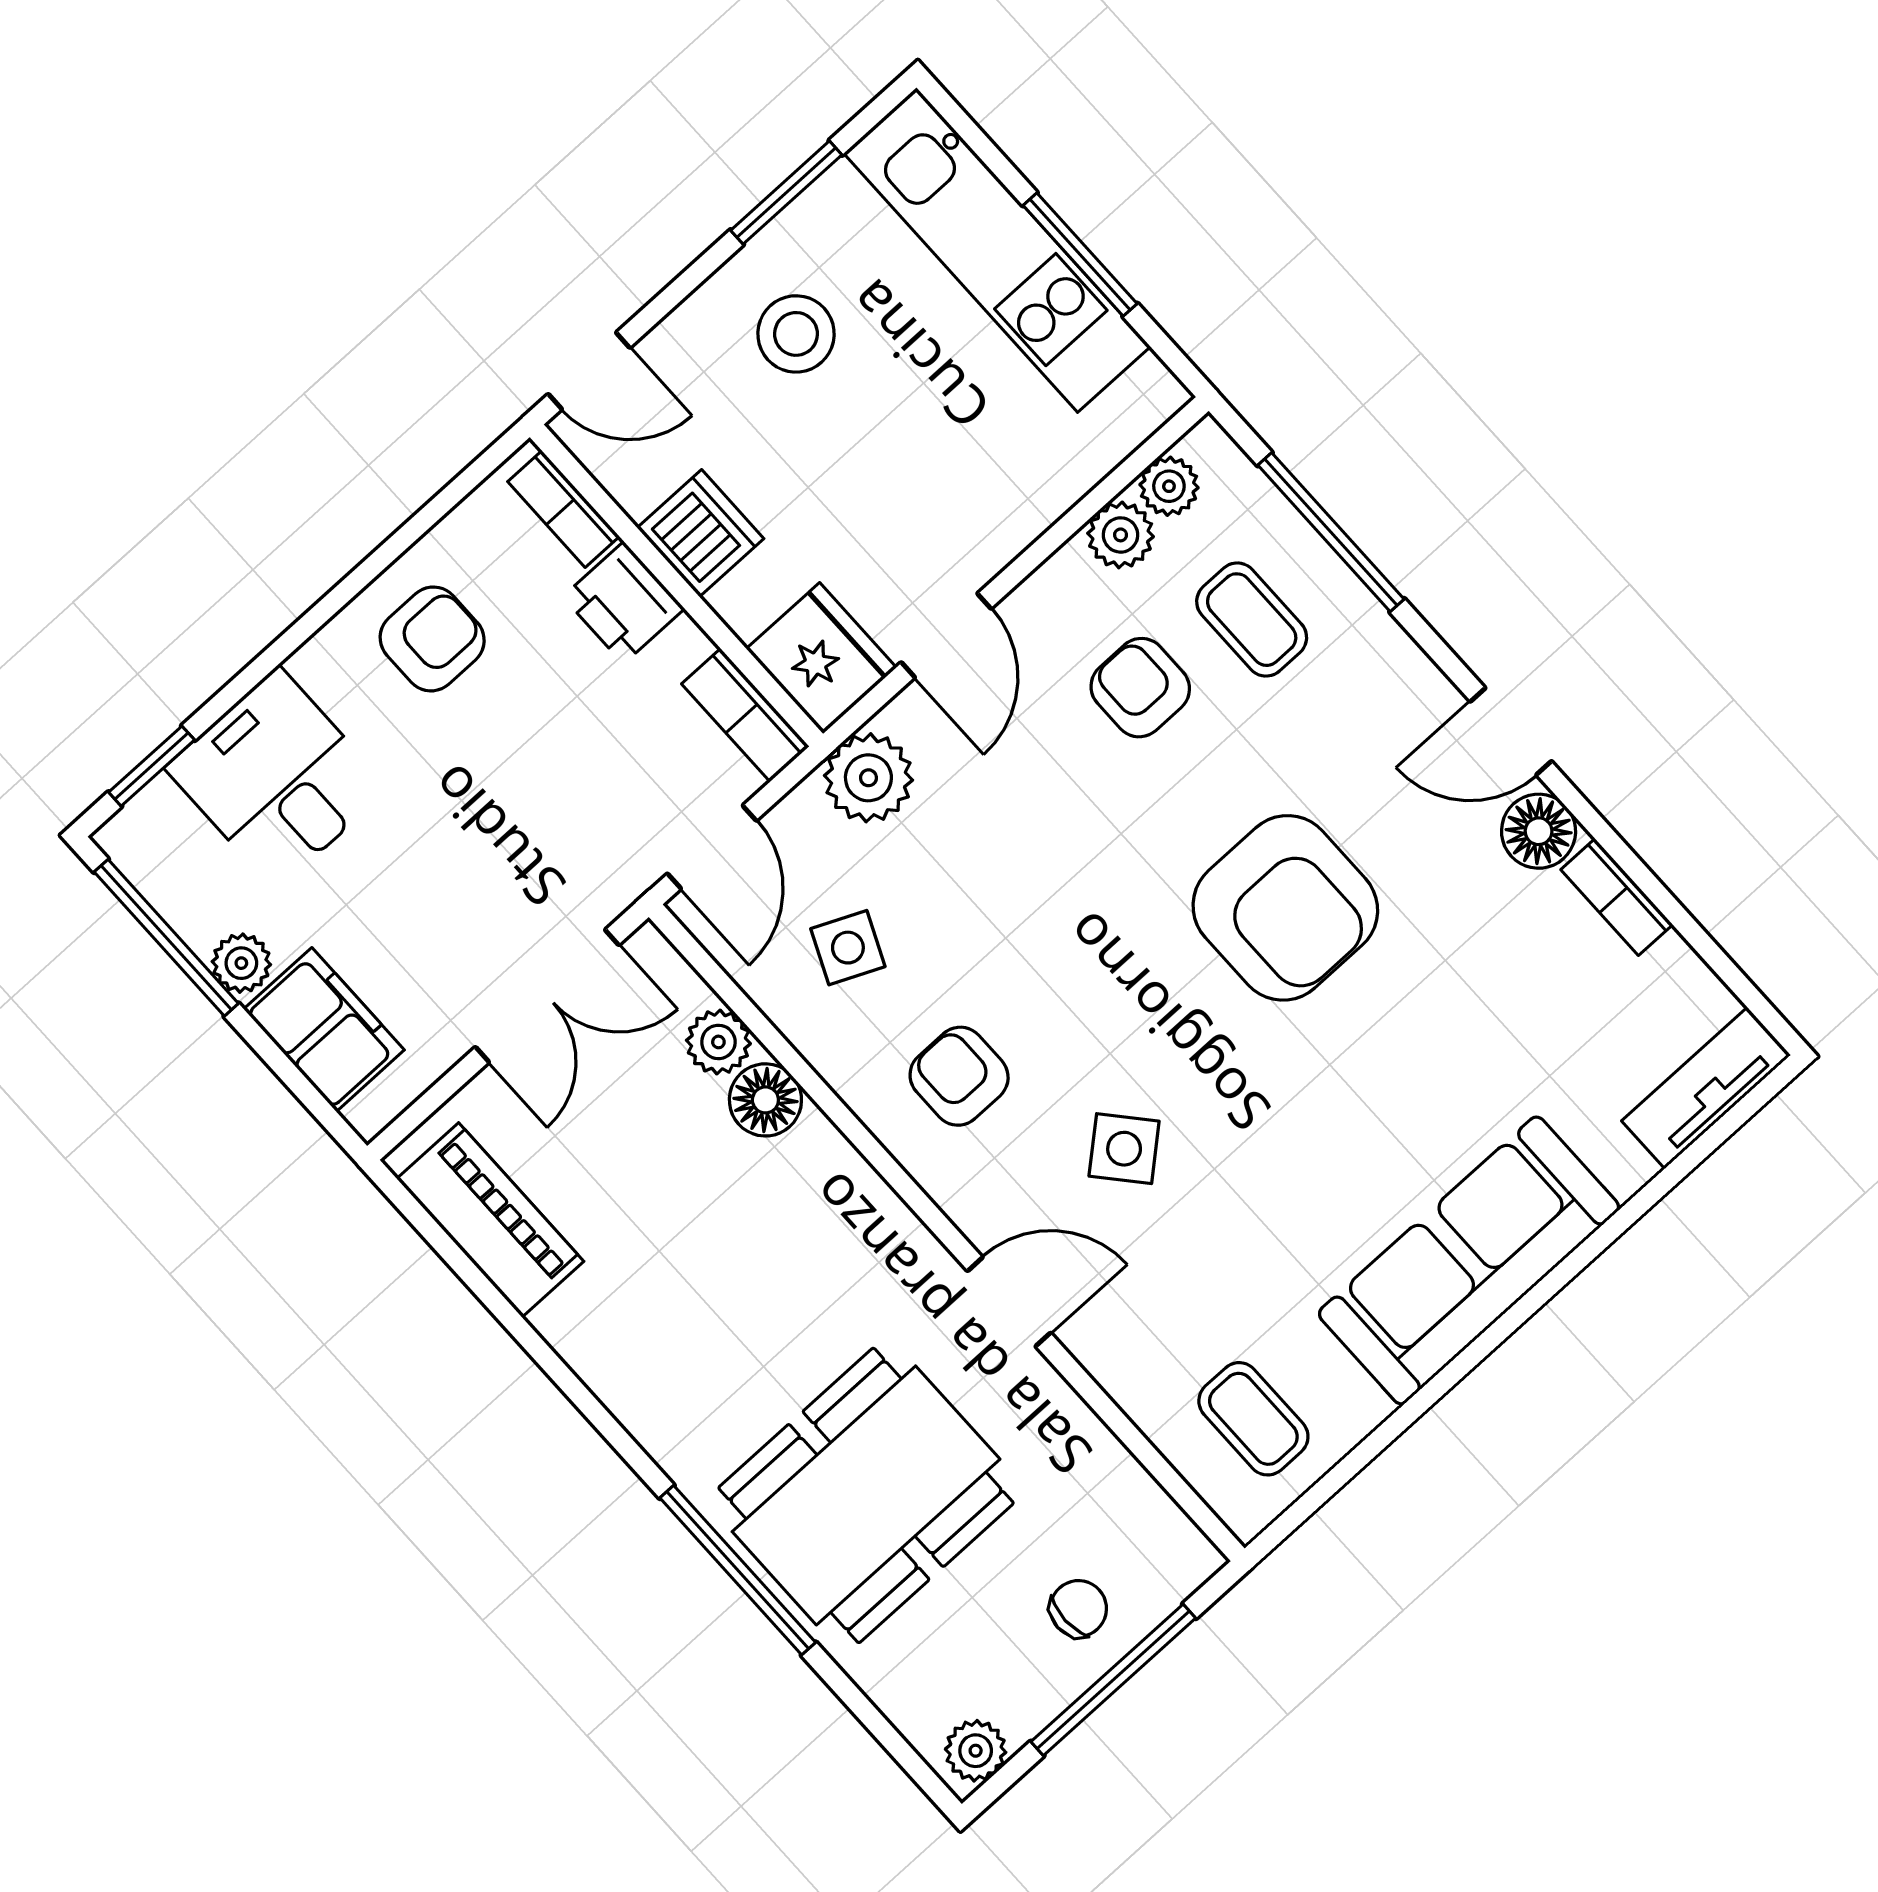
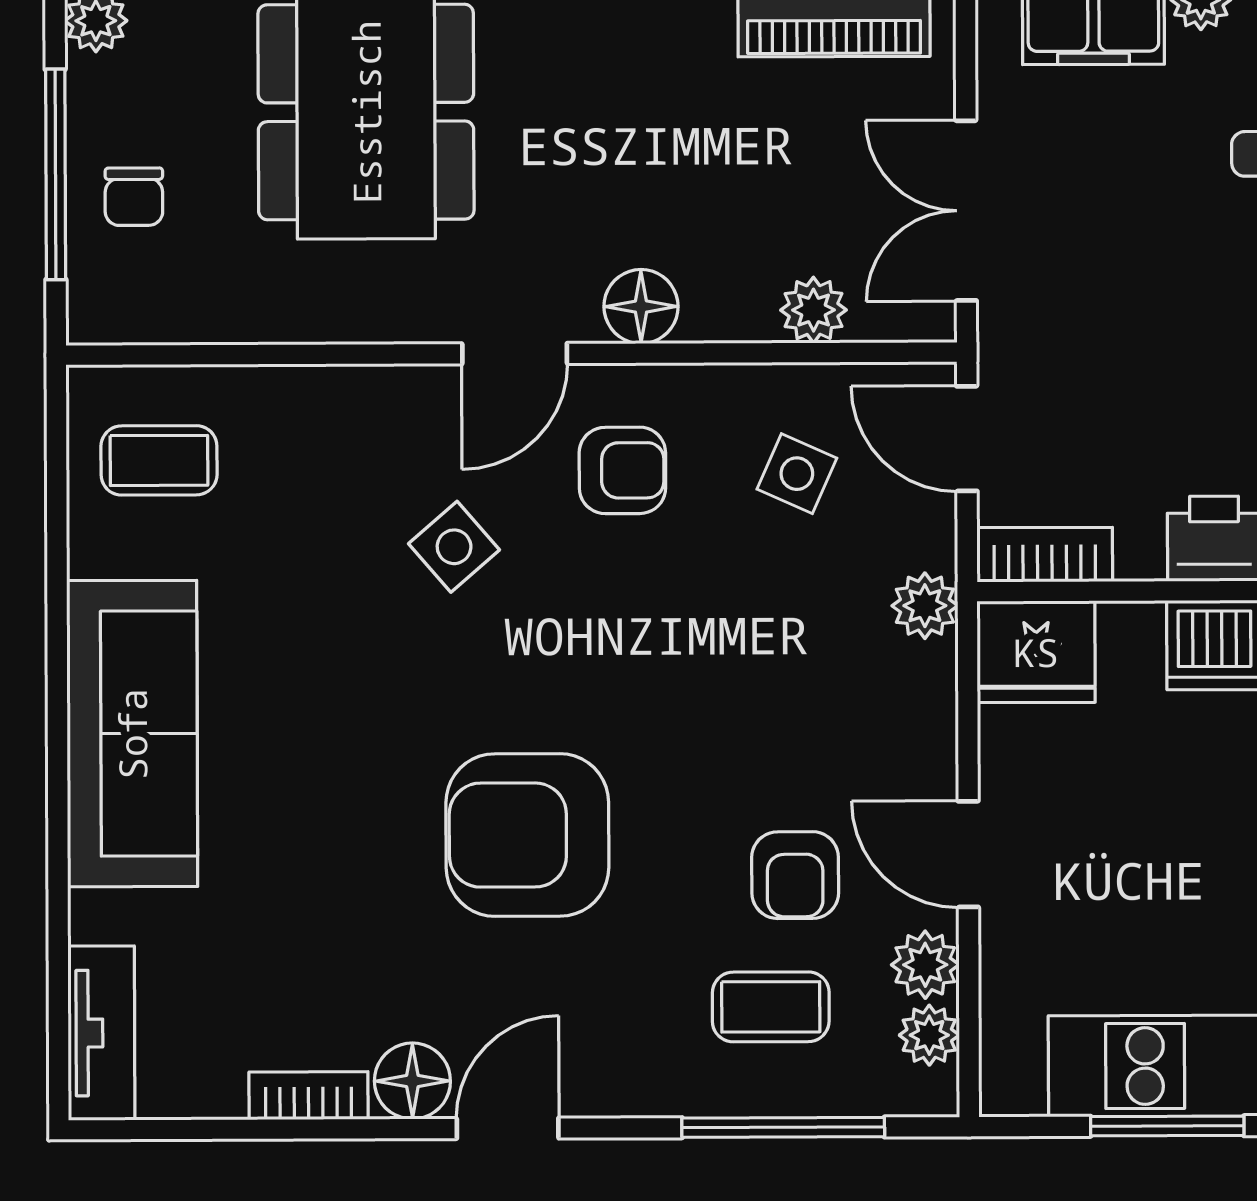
door: (946, 635) -> (968, 854), moved
armchair: (1140, 688) -> (795, 875), turned 90
plant: (868, 778) -> (925, 606), width x0.73, depth x0.73
floor lamp: (765, 1100) -> (641, 307), moved
door: (1009, 1302) -> (515, 354), moved

